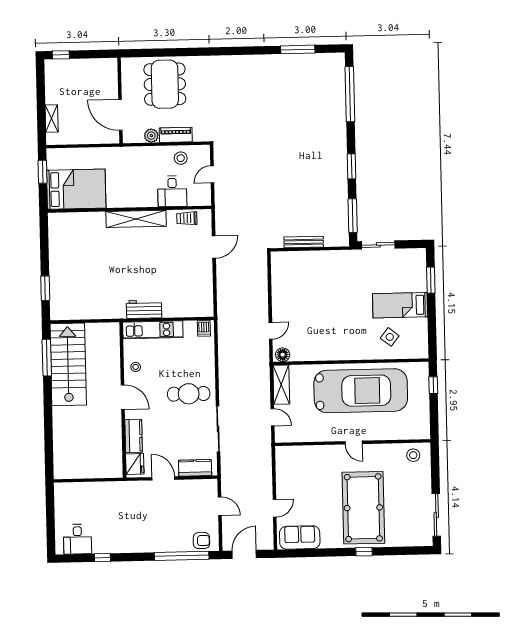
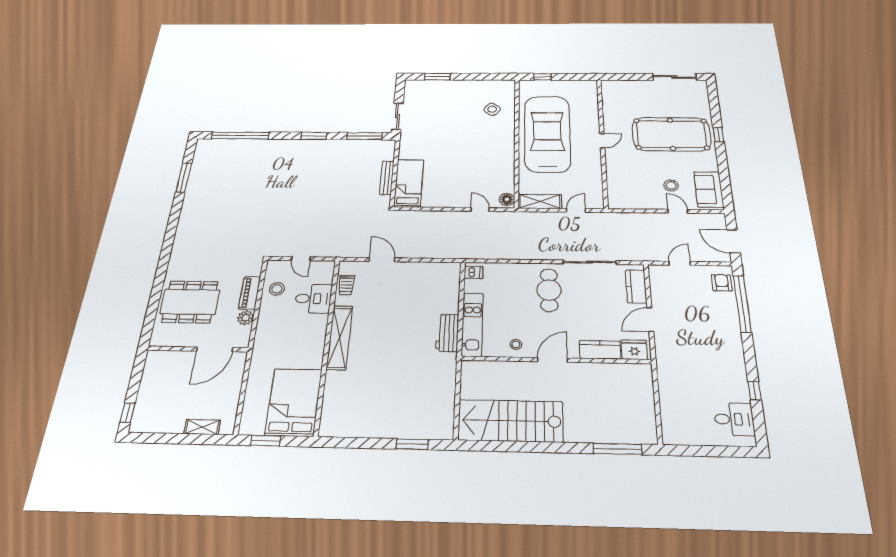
bed: (400, 305) -> (409, 183), moved, turned 180
window: (47, 358) -> (618, 449), moved
stool: (413, 455) -> (671, 186), moved

